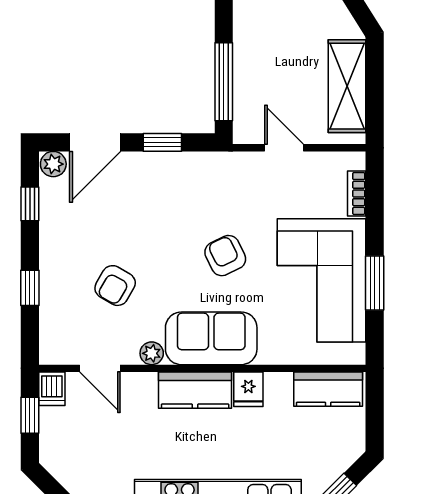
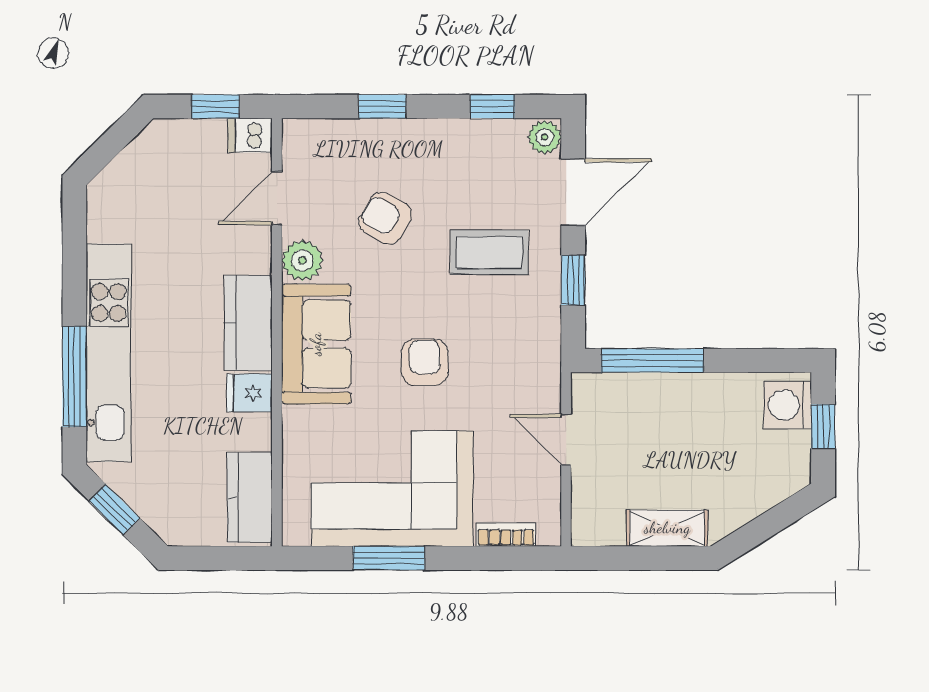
shelving: (347, 86) -> (667, 528), width x0.67, depth x0.75
door: (95, 142) -> (573, 192), swing flipped
door: (284, 148) -> (566, 440), swing flipped
coffee table: (141, 206) -> (489, 252), added
armchair: (225, 256) -> (425, 362), turned -64
plant: (152, 353) -> (302, 260), width x1.38, depth x1.38

